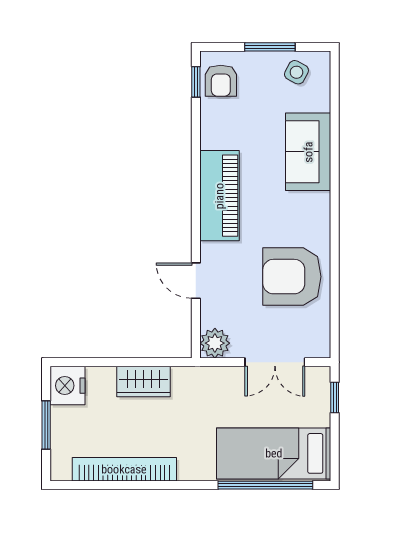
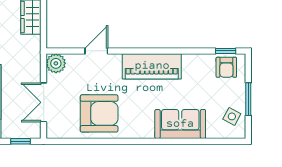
armchair: (221, 81) -> (226, 67), turned -90
armchair: (292, 277) -> (99, 113), turned 90

